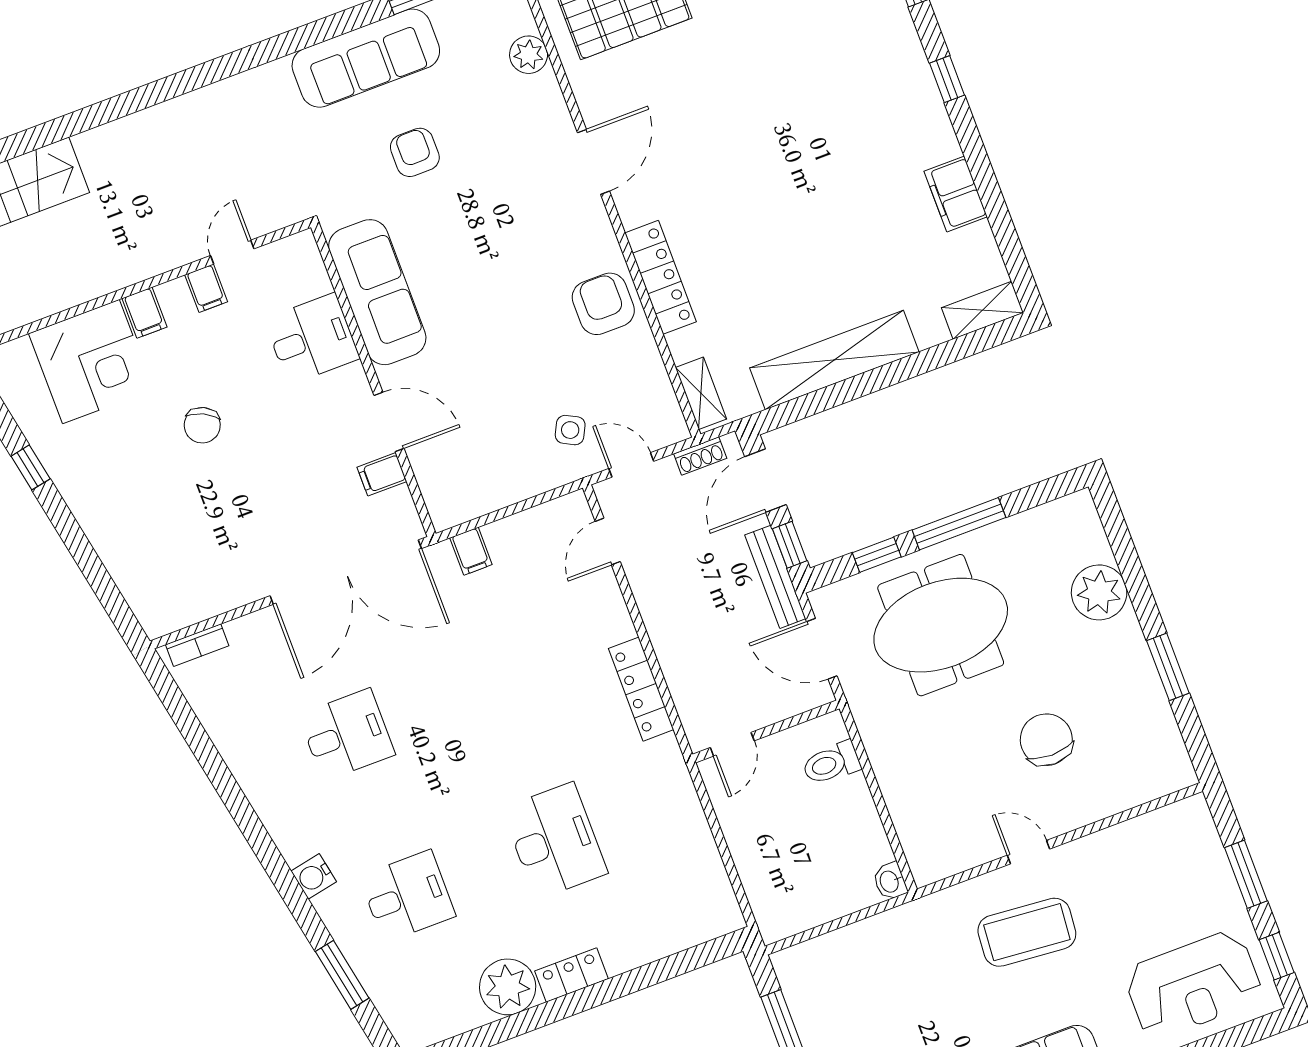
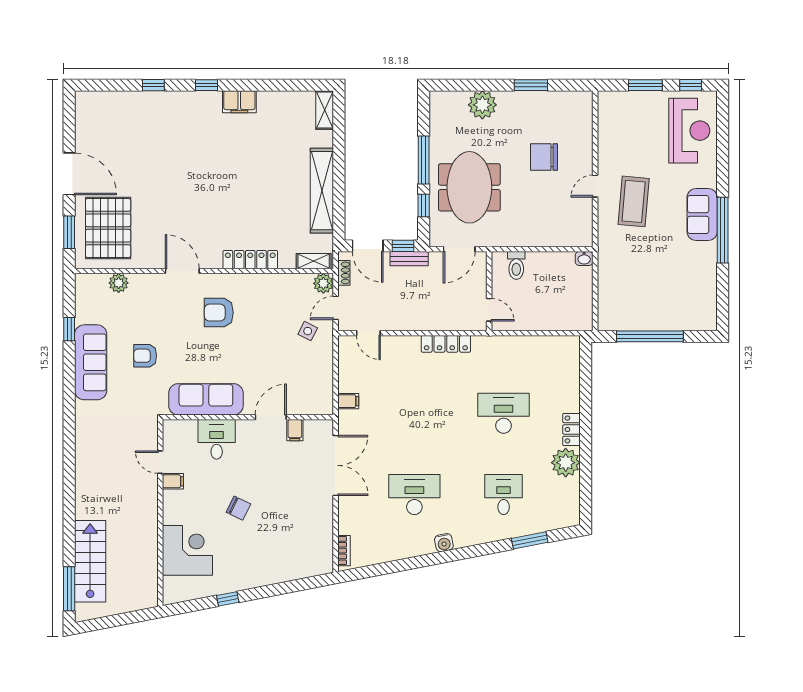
filing cabinet: (956, 194) -> (239, 102), moved
armchair: (603, 304) -> (219, 313), moved
filing cabinet: (144, 313) -> (173, 516), removed
plant: (667, 426) -> (323, 283), added
double door: (346, 572) -> (336, 465), width x0.73
bench: (775, 577) -> (409, 259), width x0.73
desk: (347, 735) -> (414, 495), width x1.37
water cooler: (314, 876) -> (444, 543), moved

